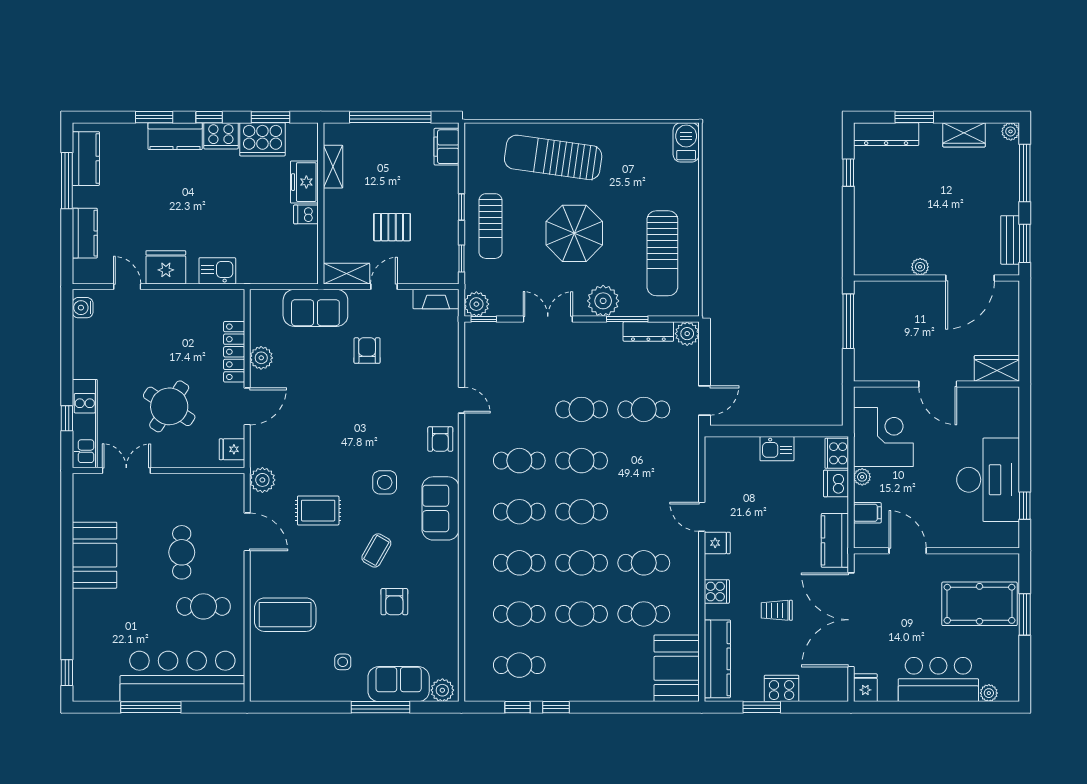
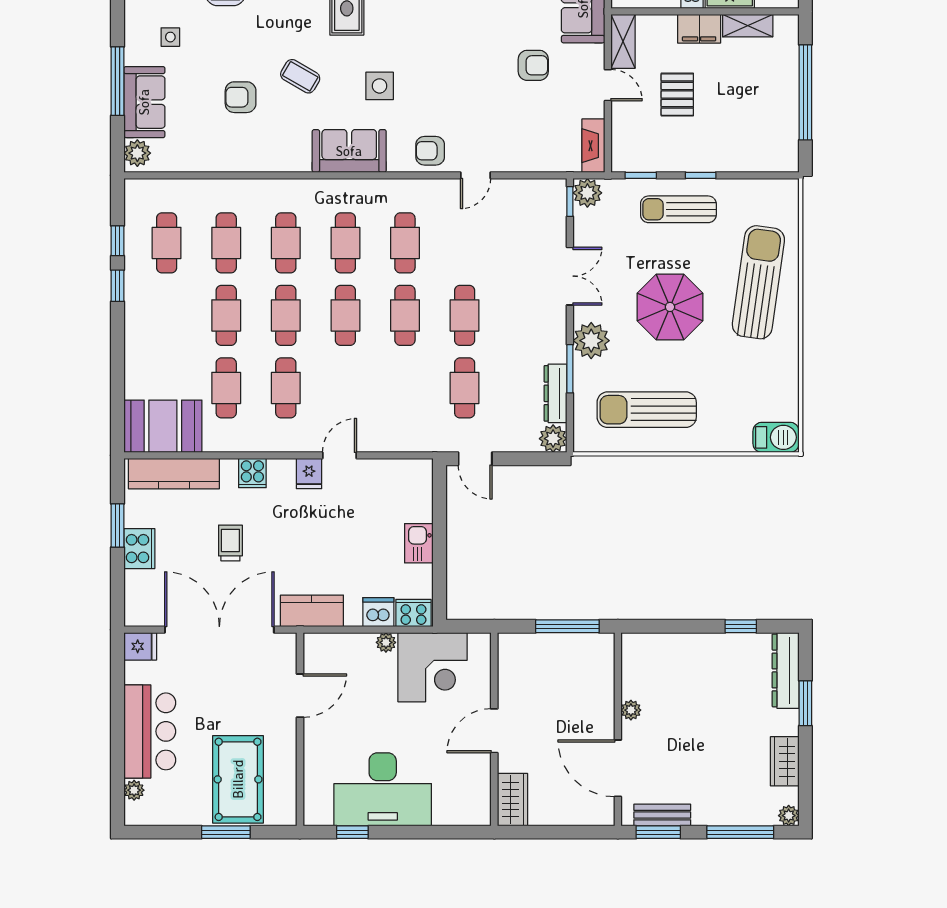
filing cabinet: (447, 147) -> (699, 29), moved, turned 180
filing cabinet: (867, 513) -> (344, 649), removed

